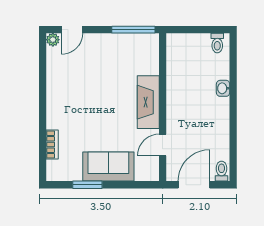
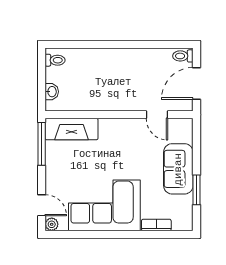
washbasin: (223, 88) -> (52, 92), moved, turned -90
corner sofa: (72, 93) -> (104, 205), added
fireplace: (148, 102) -> (71, 129), moved
door: (194, 185) -> (196, 83), hinge flipped

